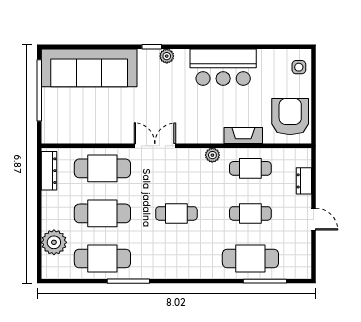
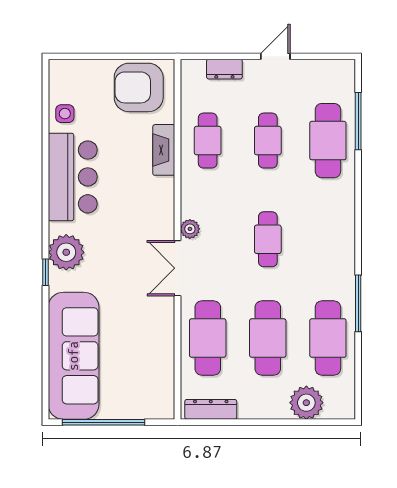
plant: (167, 56) -> (66, 252), width x1.87, depth x1.87
side table: (299, 67) -> (65, 114), moved
plant: (212, 155) -> (190, 229), moved

